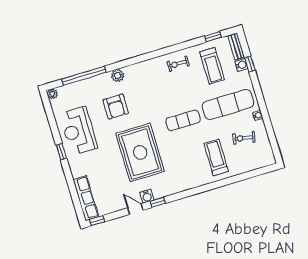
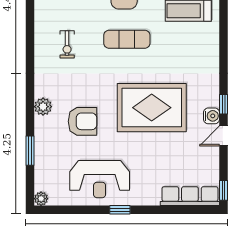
exercise bike: (178, 64) -> (67, 44), moved
window: (84, 76) -> (30, 151), width x0.47
exercise mat: (183, 120) -> (127, 39), turned 90

